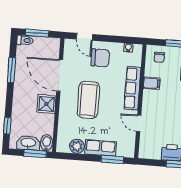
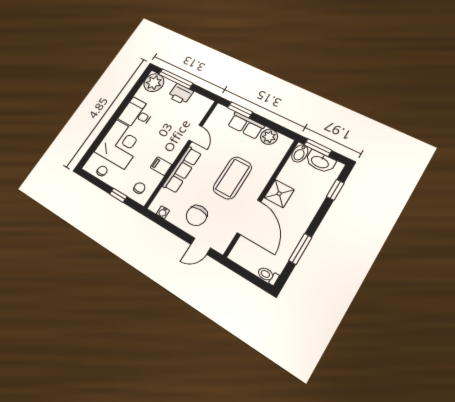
window: (37, 33) -> (250, 277), removed
door: (84, 37) -> (201, 246), swing flipped
chair: (100, 58) -> (197, 215), turned -90

